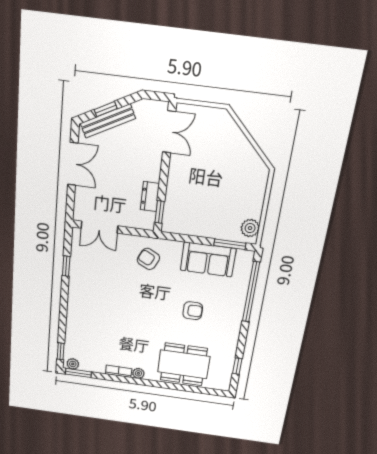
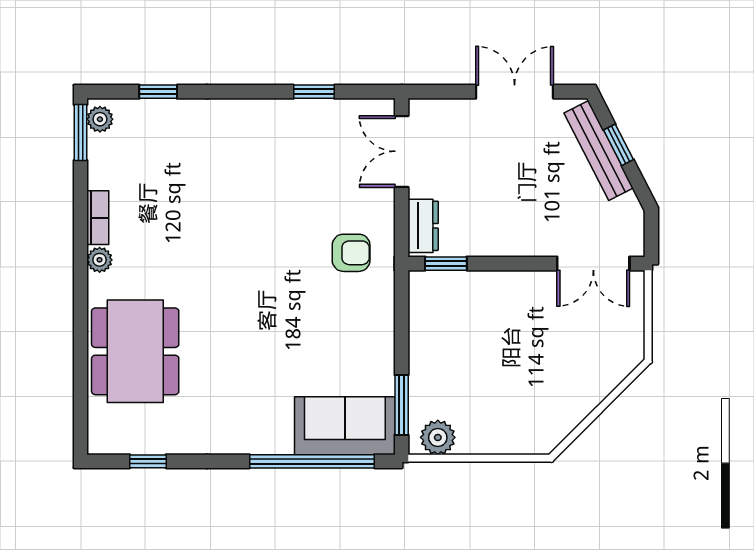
double door: (73, 164) -> (515, 92), swing flipped
dresser: (150, 197) -> (423, 226), moved, turned 90
armchair: (148, 259) -> (351, 253), turned 64
sofa: (208, 259) -> (345, 426), moved, turned 90
armchair: (193, 311) -> (256, 353), removed
window: (61, 351) -> (158, 92), moved

